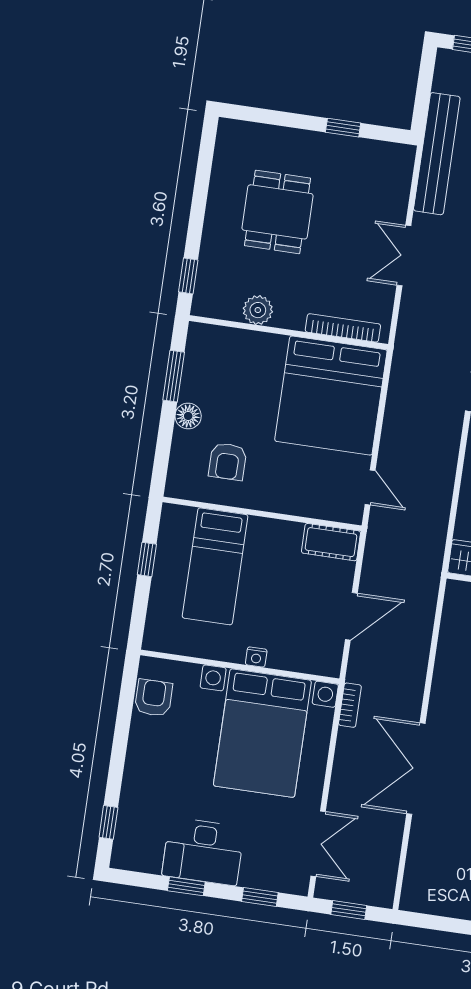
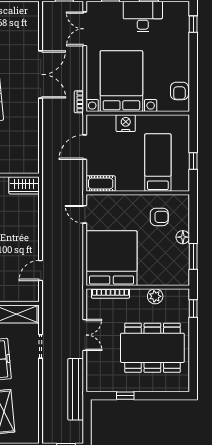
dining table: (278, 212) -> (152, 348), width x1.88, depth x1.24
armchair: (228, 462) -> (159, 217), turned 90
nightstand: (256, 657) -> (126, 123), width x1.89, depth x1.79

